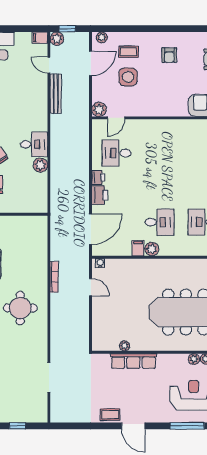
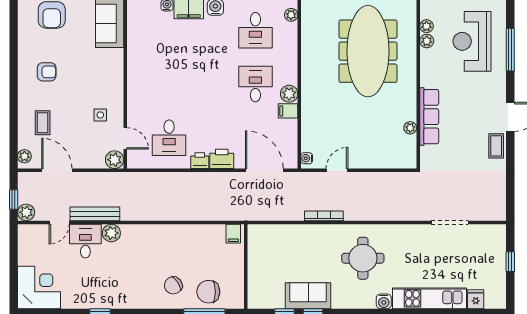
filing cabinet: (40, 38) -> (233, 234), moved
side table: (128, 77) -> (100, 115), moved, width x0.54, depth x0.54
desk: (34, 144) -> (85, 241), moved
plant: (40, 165) -> (111, 233), moved

